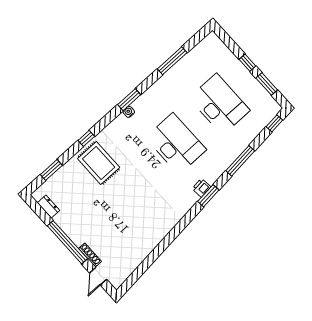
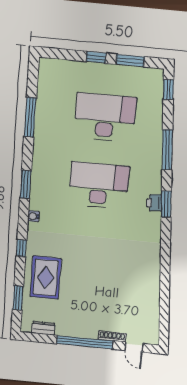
water cooler: (129, 112) -> (33, 216), moved
rug: (99, 163) -> (46, 278), moved, turned 90

